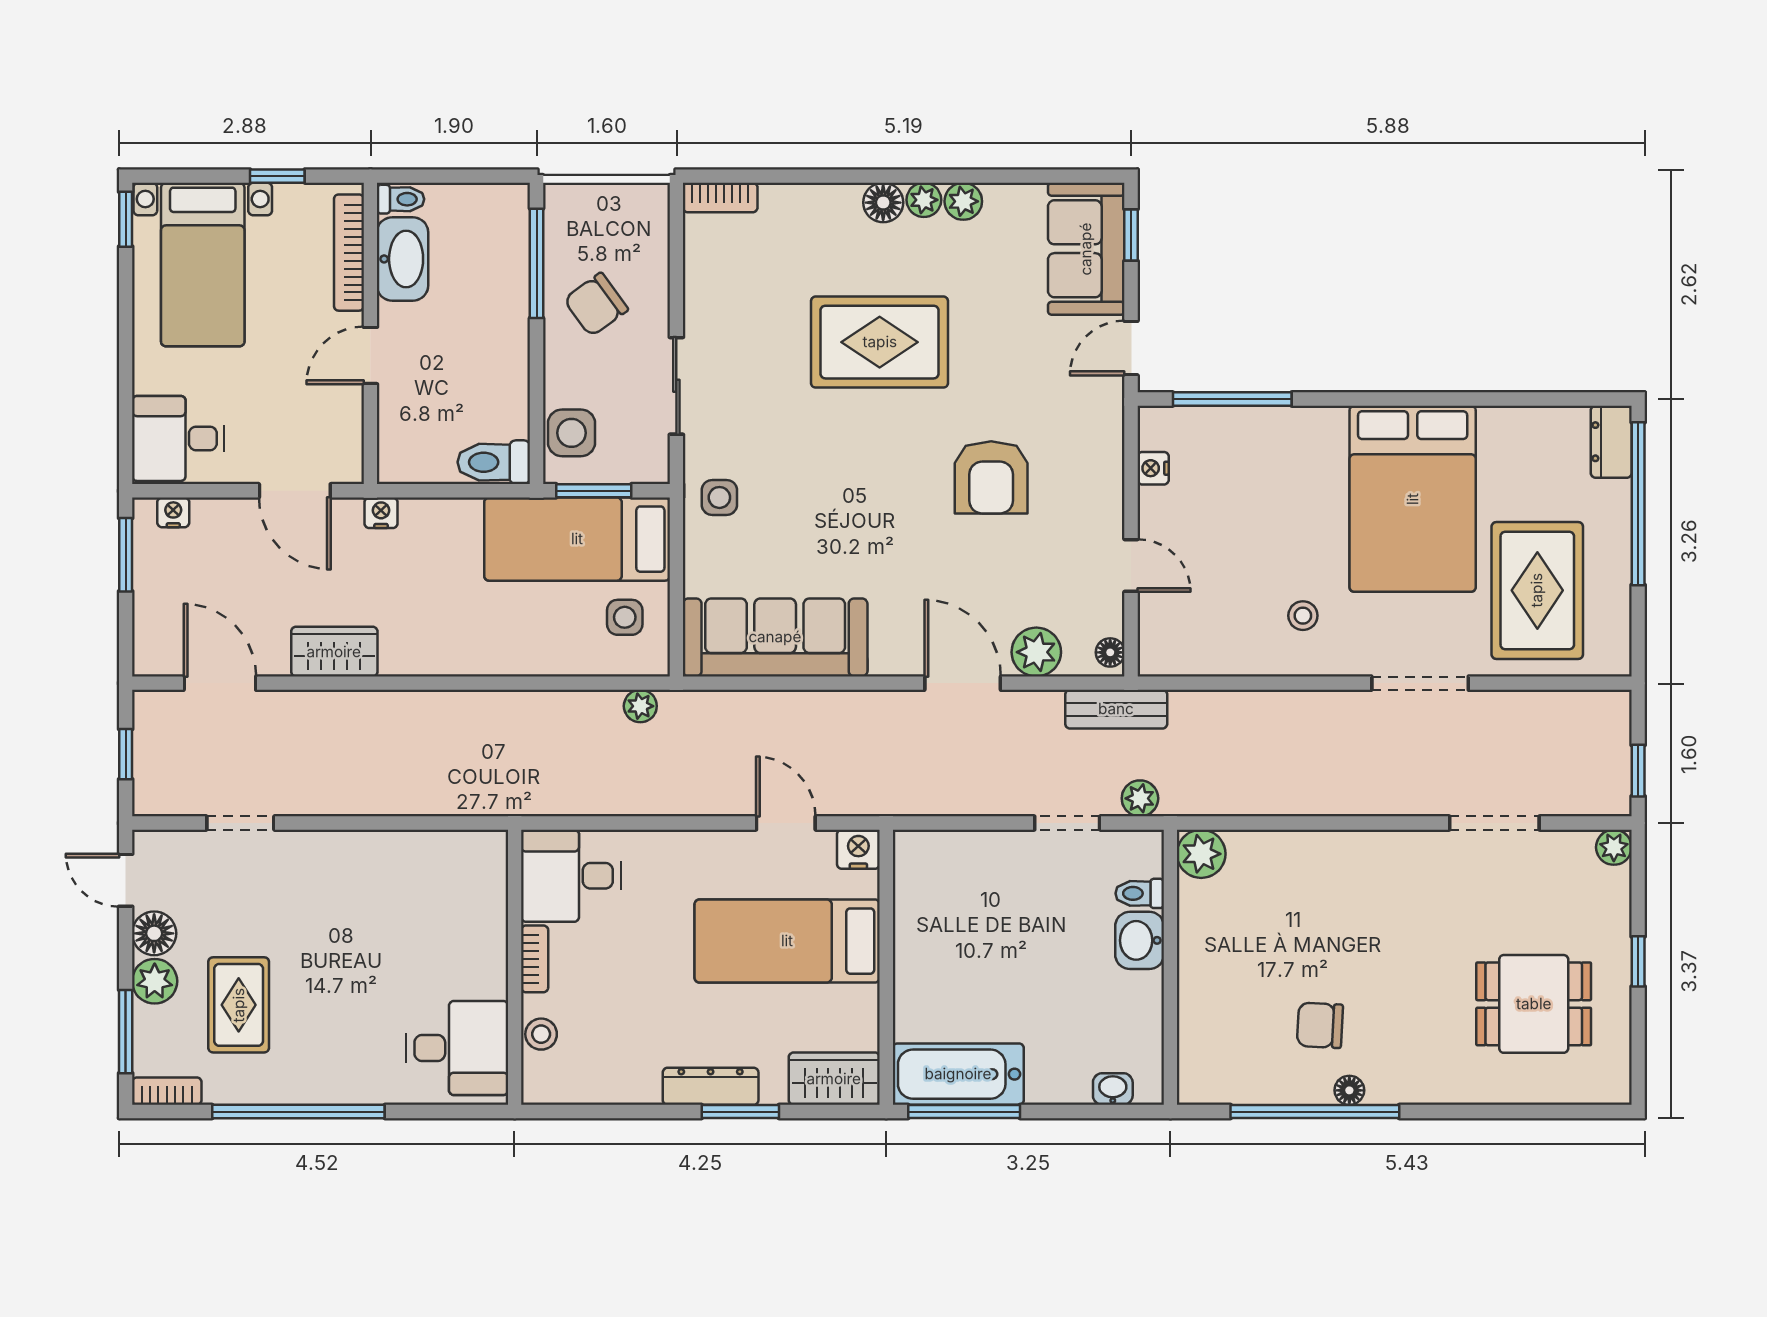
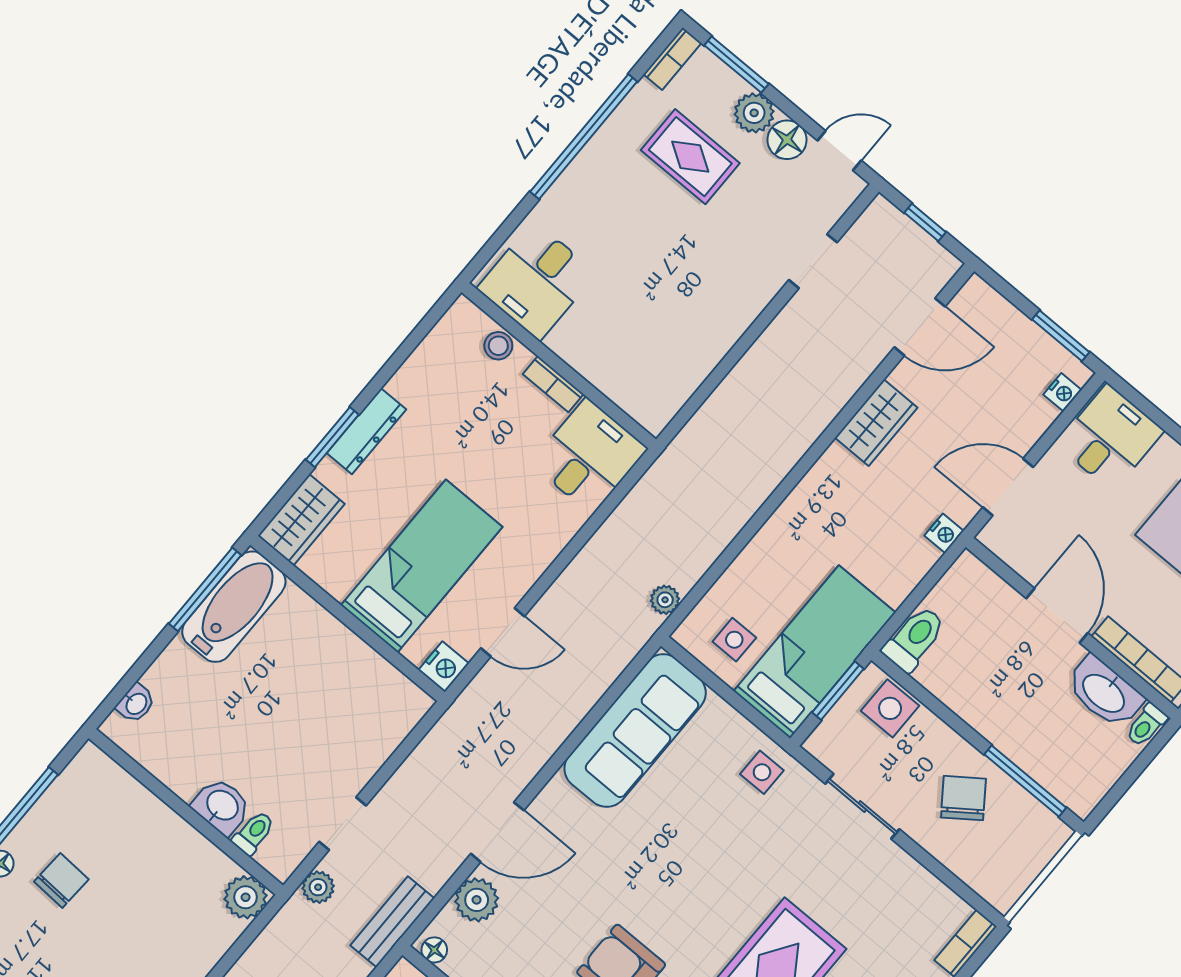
door: (370, 355) -> (1057, 616), width x1.38

